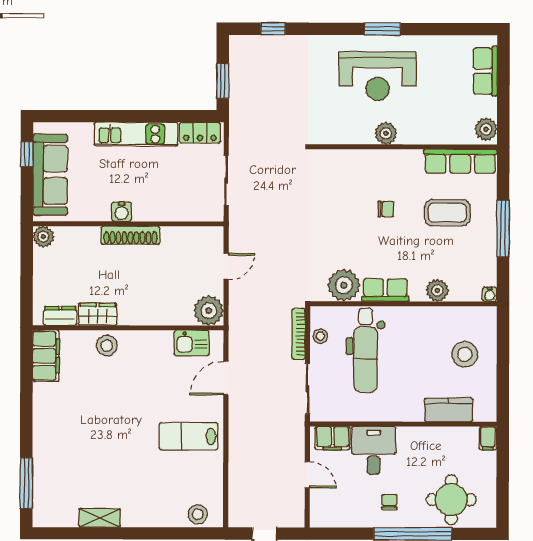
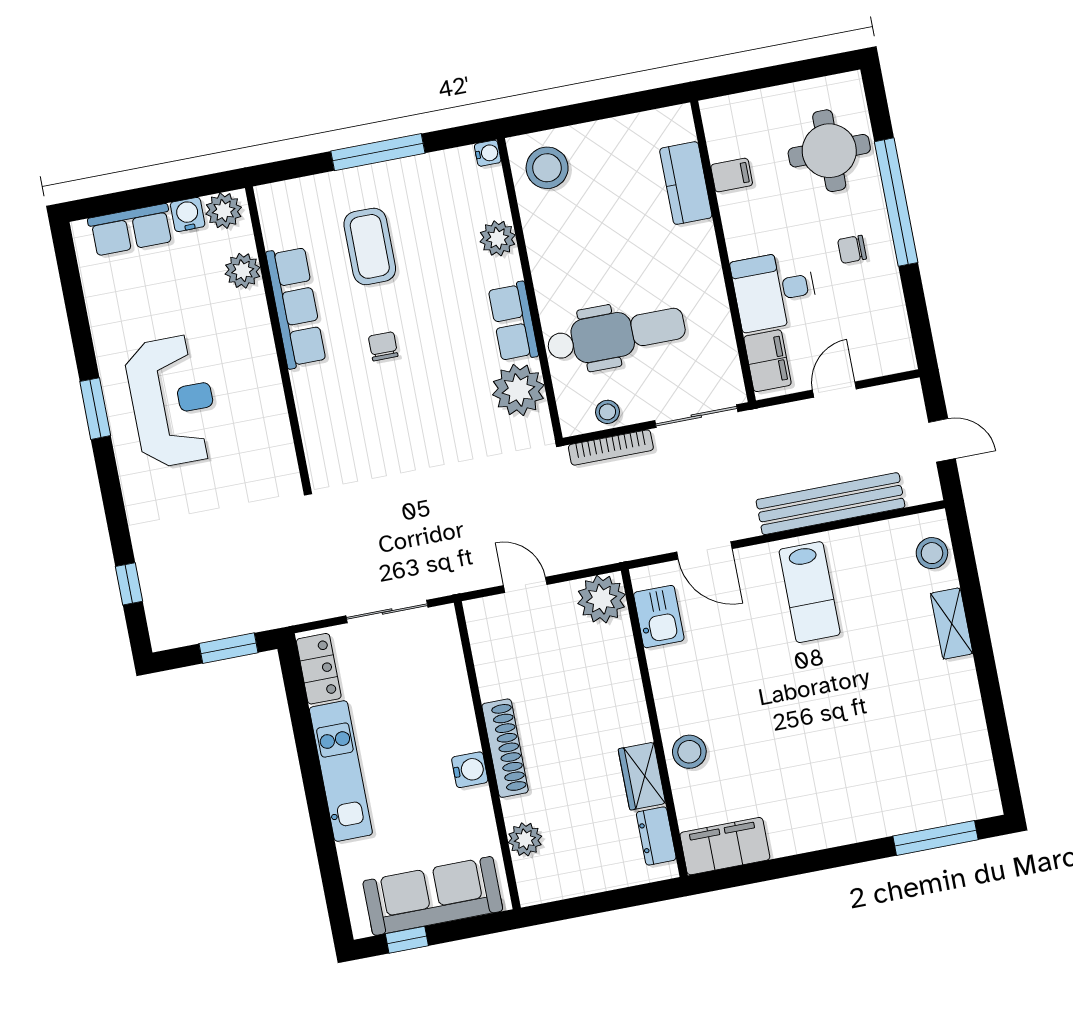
water cooler: (488, 107) -> (188, 214), added
plant: (386, 133) -> (243, 271), moved
row of seats: (460, 161) -> (296, 307), moved
plant: (43, 237) -> (525, 839), moved
stool: (465, 354) -> (547, 168), moved
filing cabinet: (488, 438) -> (732, 175), moved
bench: (239, 459) -> (831, 504), added
shelving: (100, 518) -> (952, 623), moved

